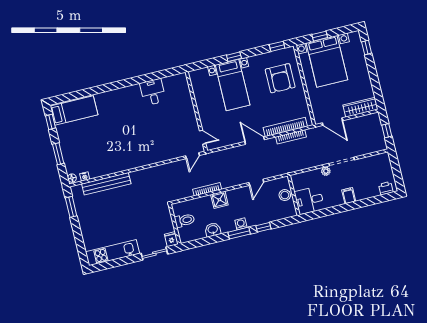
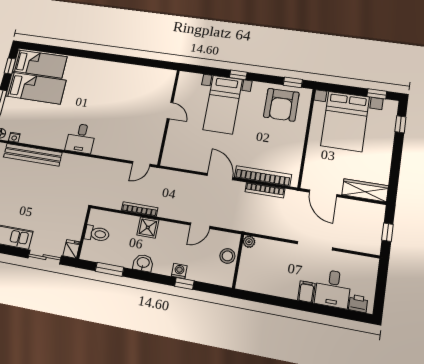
window: (320, 36) -> (377, 94), moved
armchair: (280, 78) -> (281, 105), moved
desk: (153, 92) -> (81, 138), moved, turned 180
bed: (81, 131) -> (36, 88), added
door: (203, 137) -> (170, 111), moved
plant: (326, 171) -> (249, 242), moved
desk: (309, 200) -> (333, 289), moved, turned -90
washing machine: (241, 224) -> (179, 271), moved
washbasin: (213, 230) -> (143, 263), moved
window: (239, 233) -> (109, 269), moved

